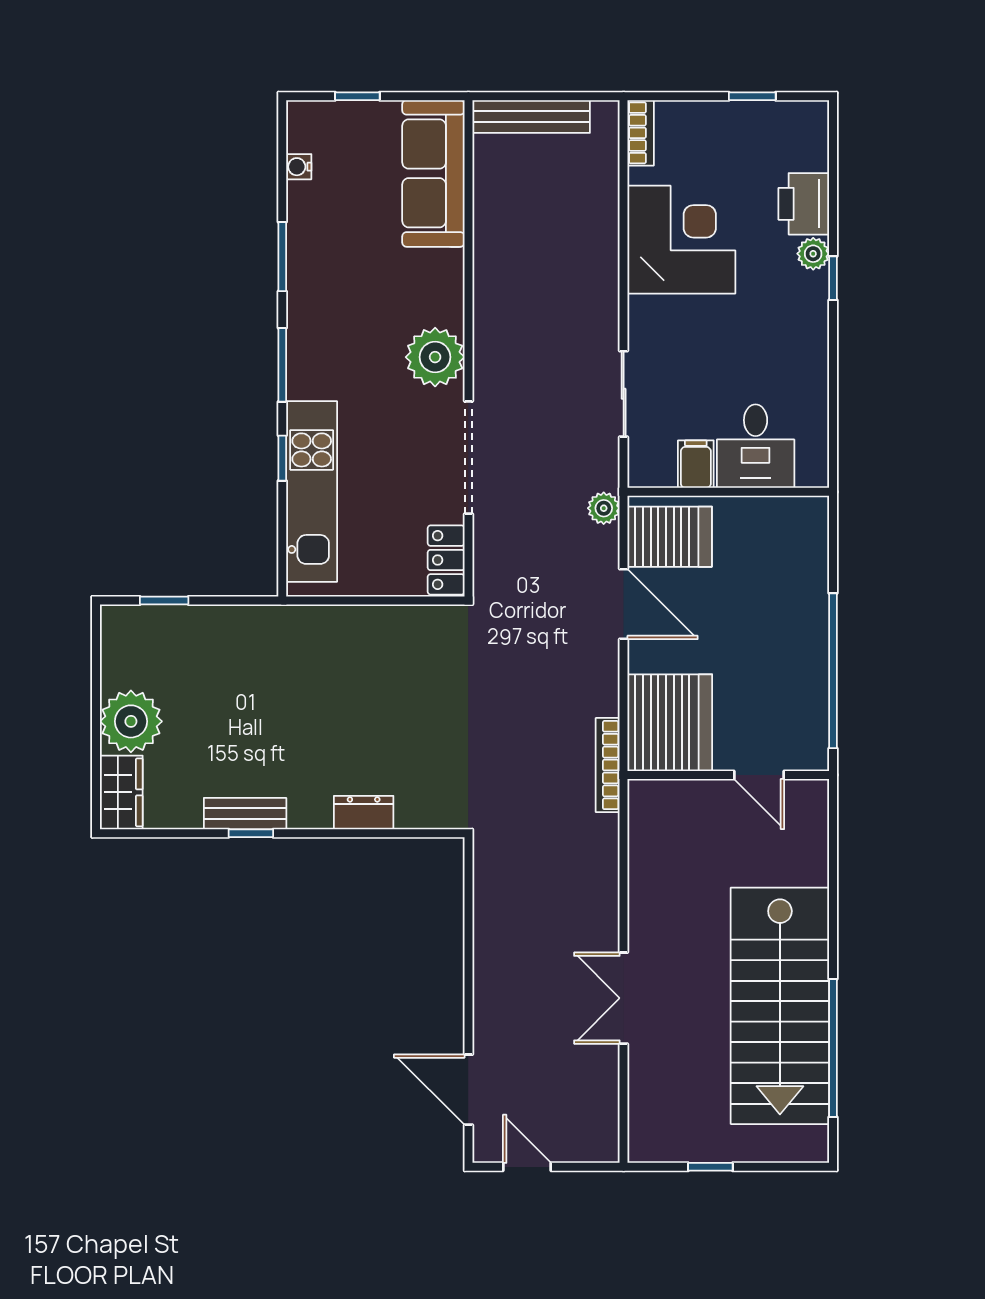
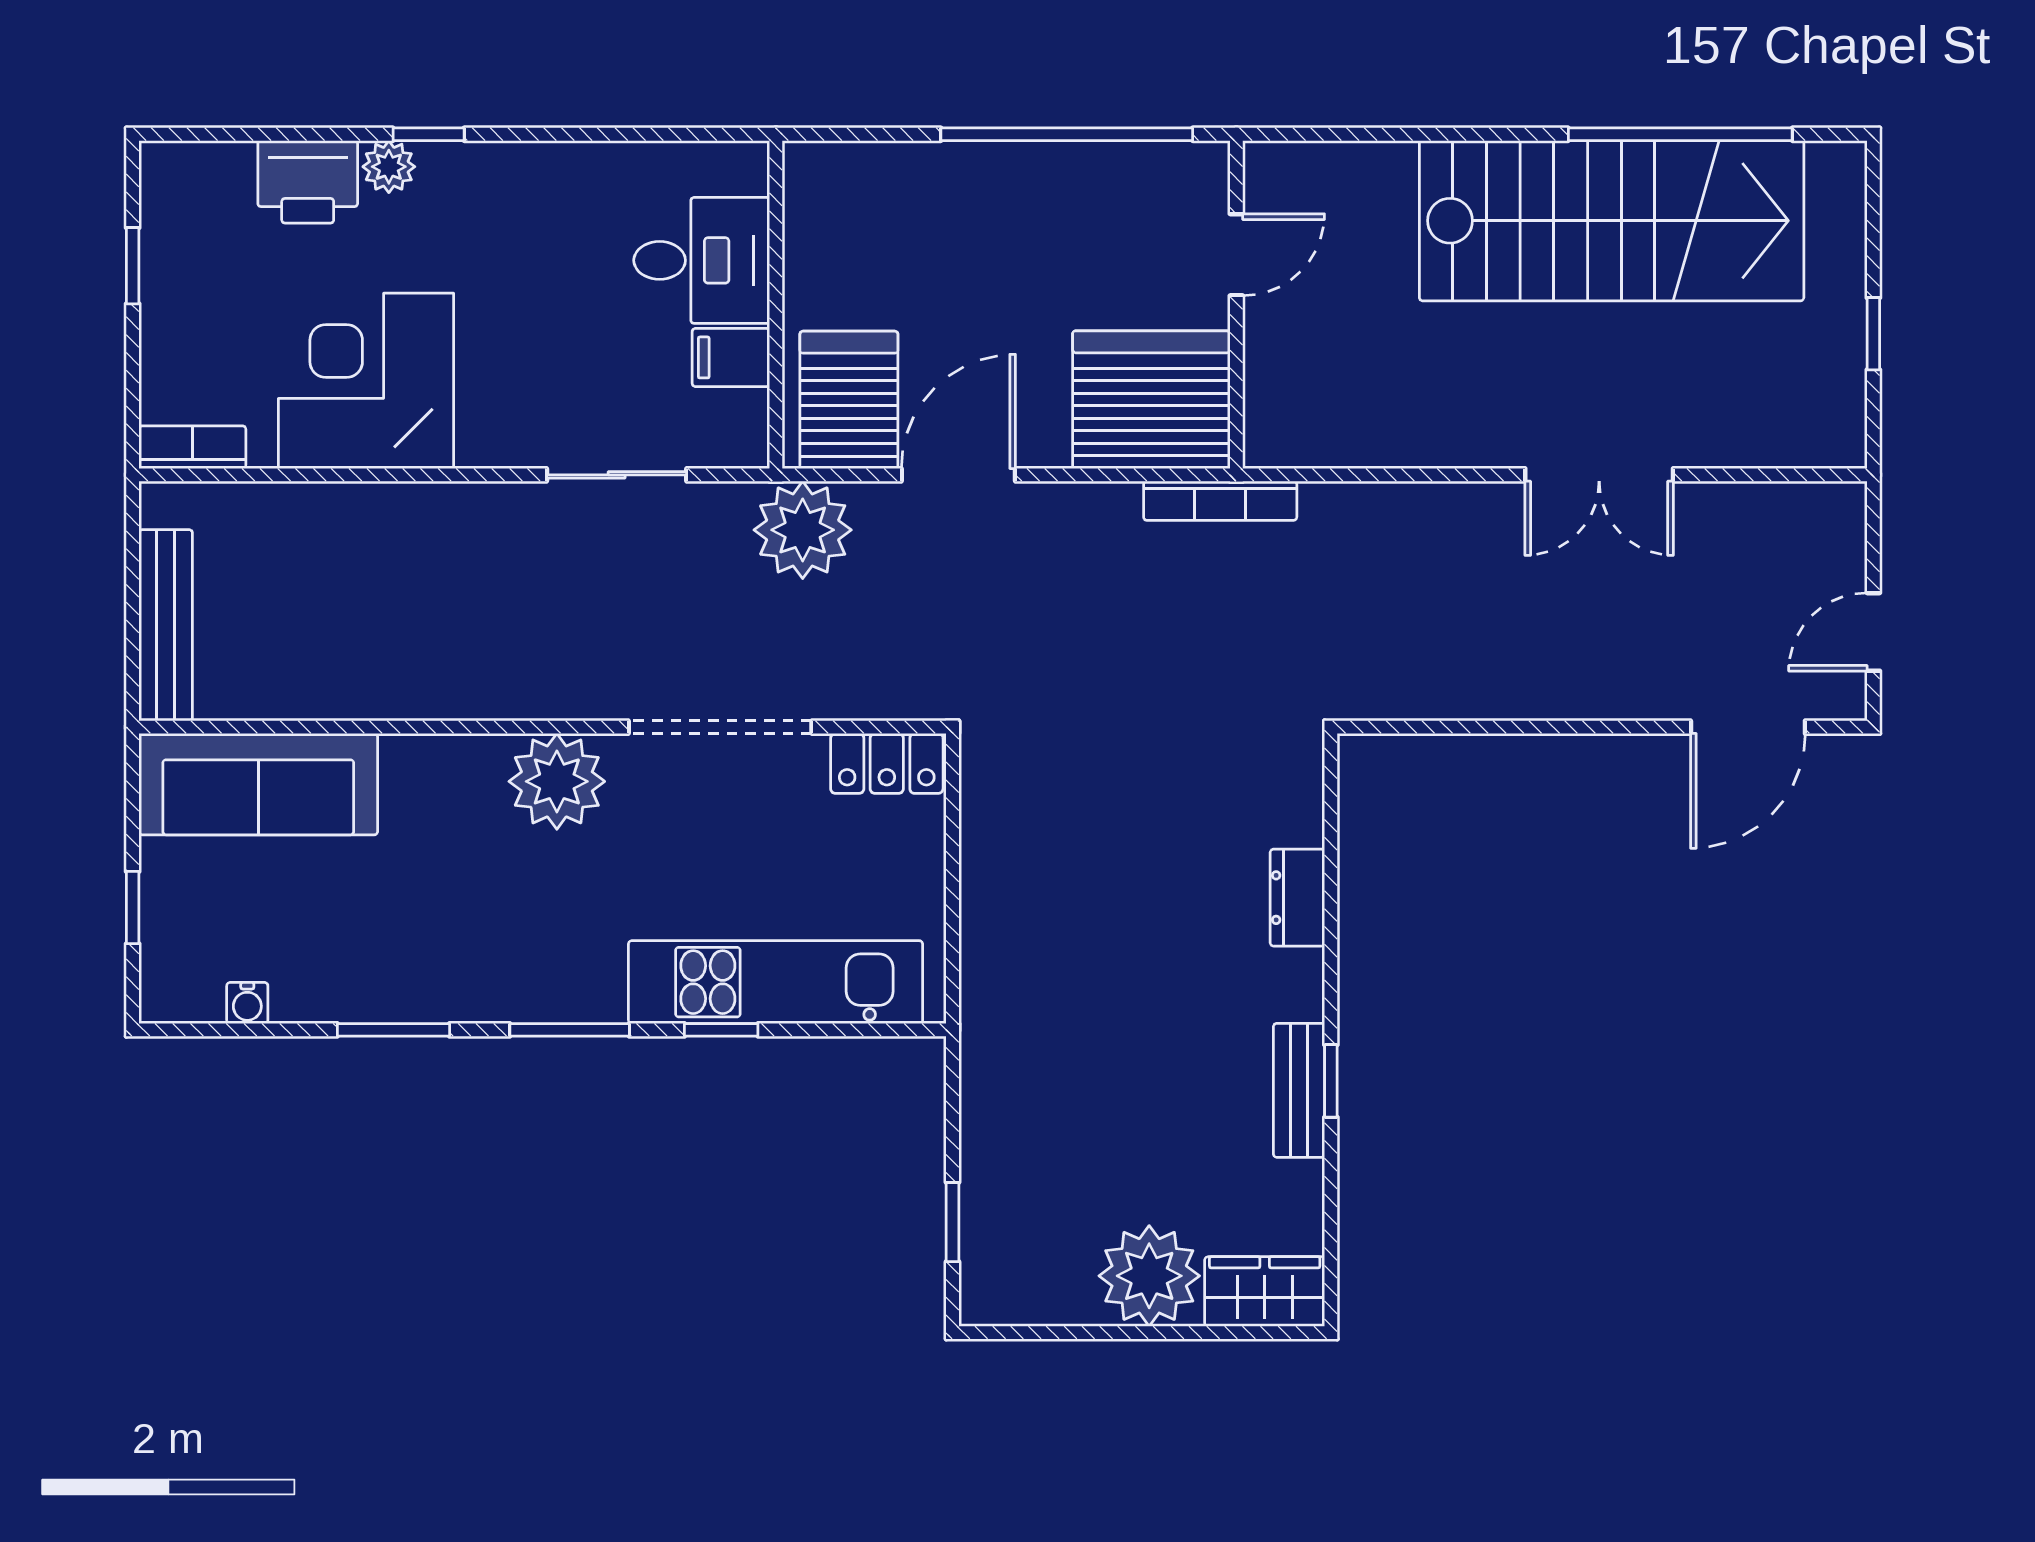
plant: (604, 508) -> (803, 530), width x1.87, depth x1.87

